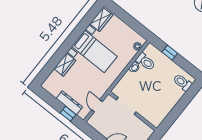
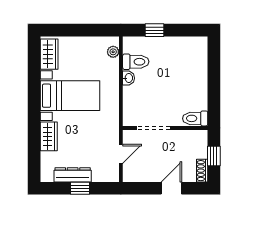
toilet: (182, 82) -> (195, 118), moved
dresser: (69, 103) -> (73, 175), moved
door: (97, 106) -> (121, 154), swing flipped
window: (68, 114) -> (80, 188), moved

